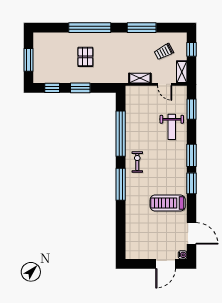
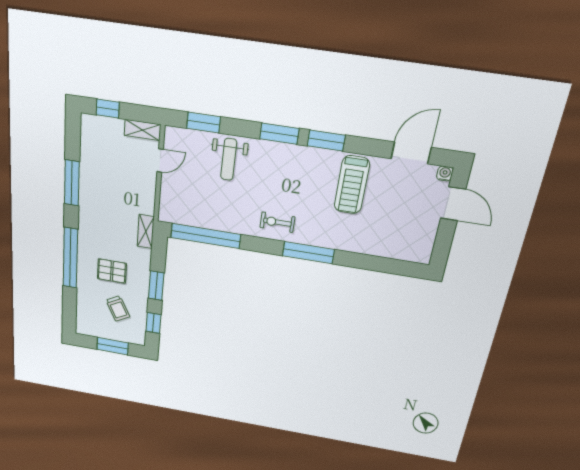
trolley: (164, 52) -> (118, 308), moved
shelving: (140, 78) -> (146, 231), moved
weight bench: (172, 127) -> (229, 159), turned 90
window: (121, 134) -> (206, 236), moved

